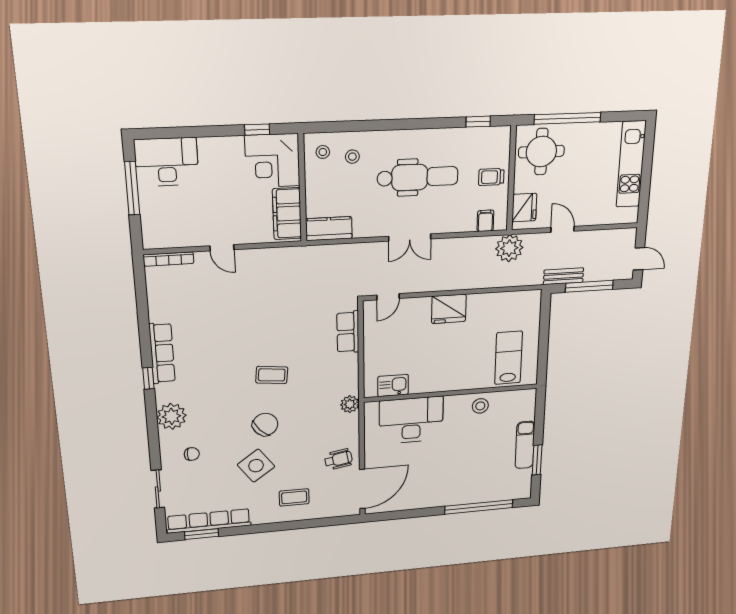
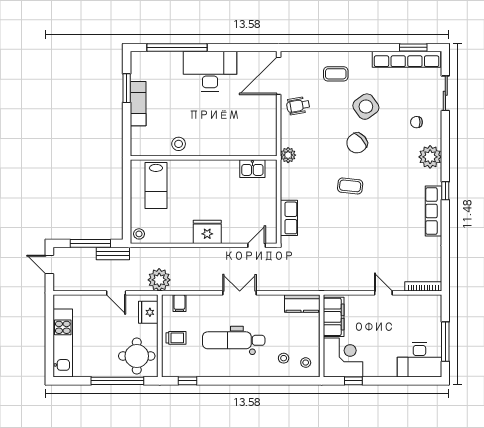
stool: (531, 301) -> (139, 234), added
desk: (411, 420) -> (210, 71), moved, turned 180

